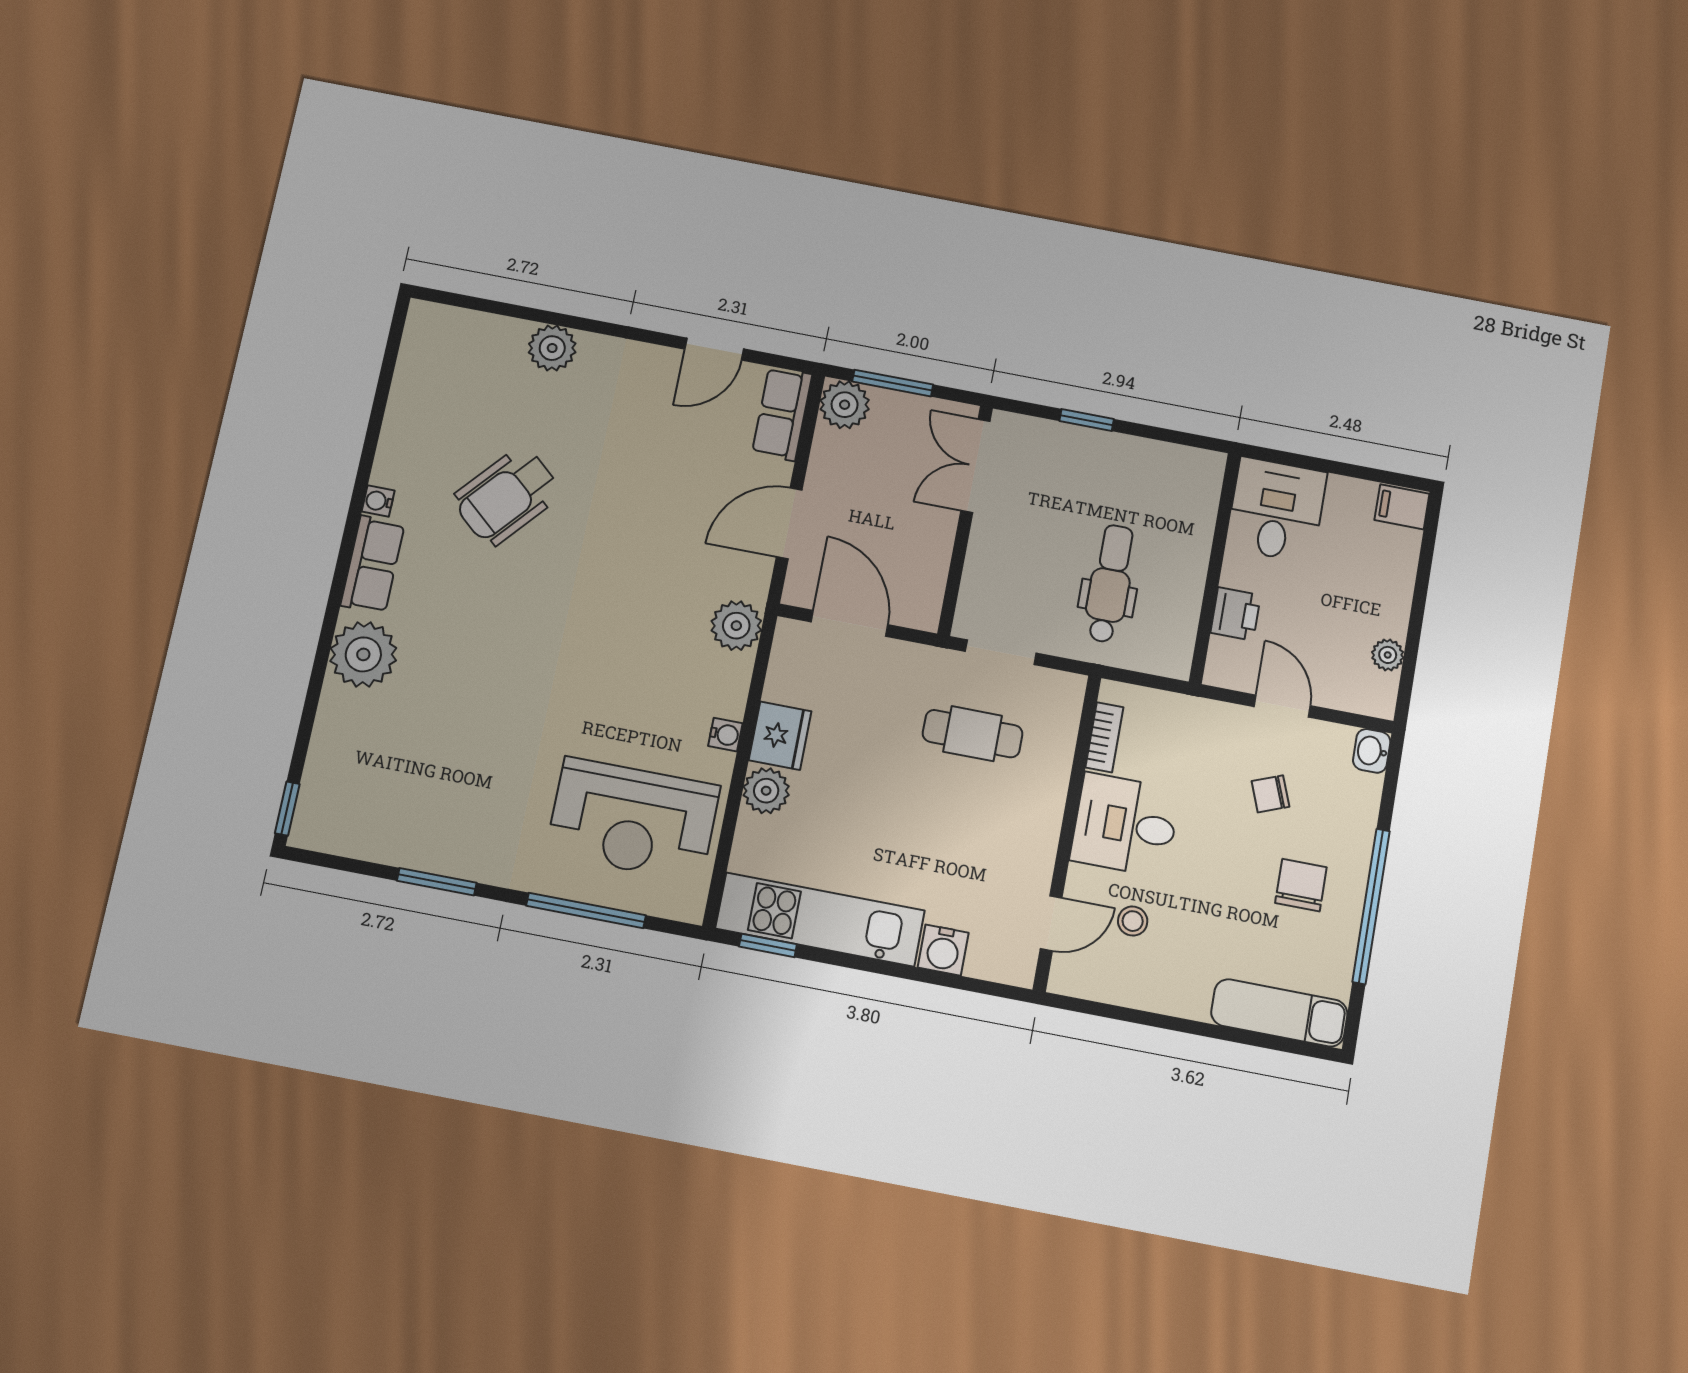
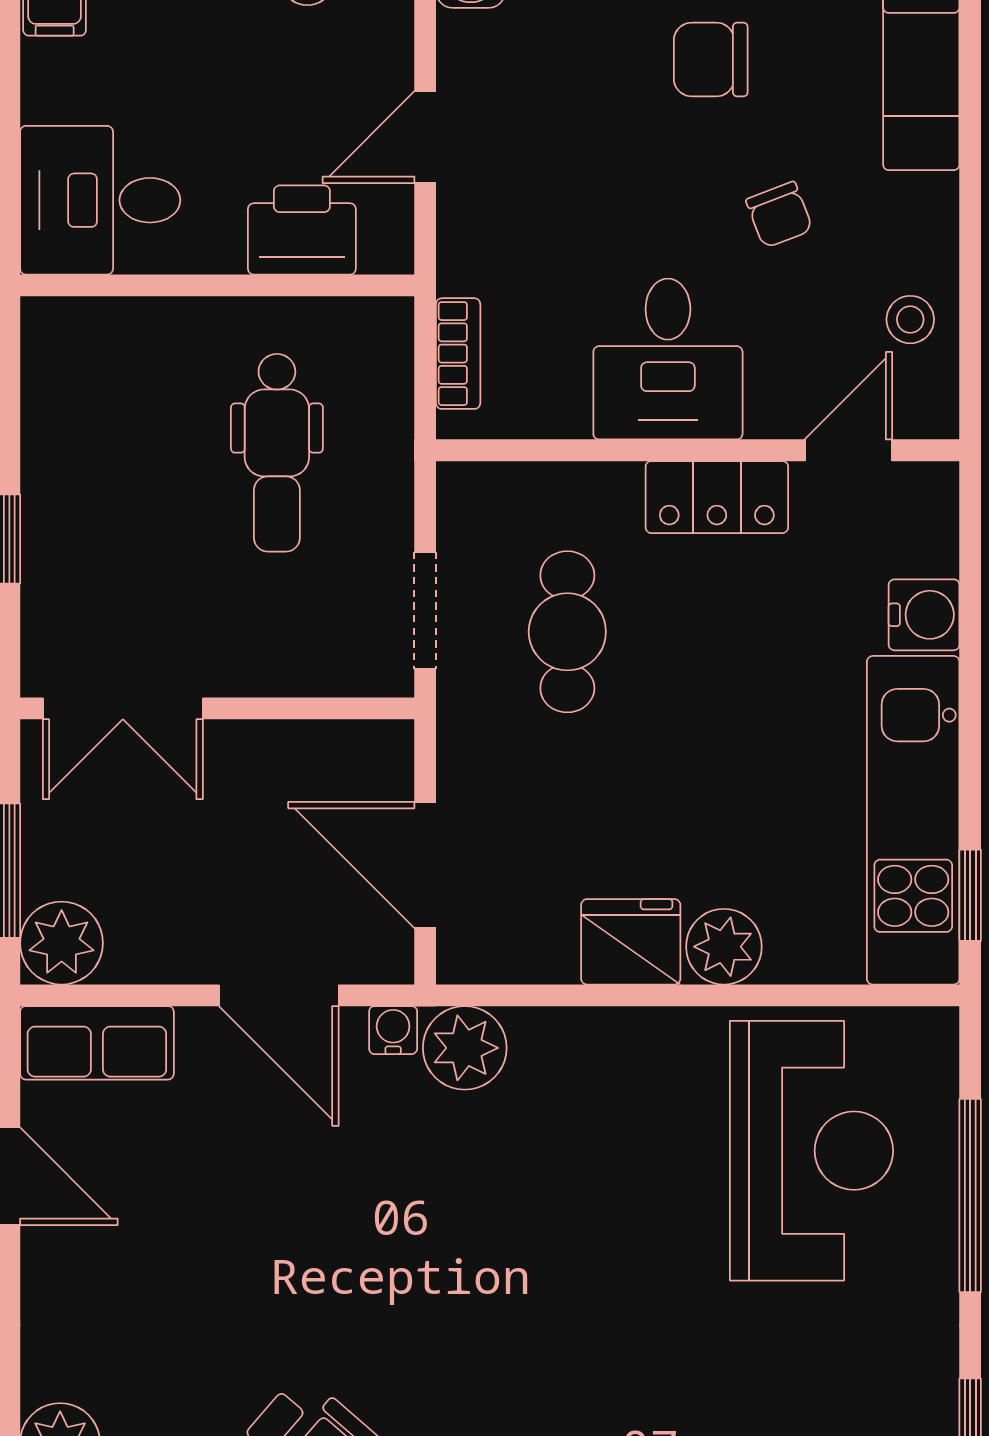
dental chair: (1110, 584) -> (277, 453), turned -90
printer: (1235, 614) -> (302, 230), width x1.36, depth x1.24
door: (850, 623) -> (425, 865), hinge flipped
water cooler: (725, 735) -> (393, 1030), moved
bookcase: (1104, 737) -> (458, 354), moved, turned 90
chair: (1270, 794) -> (779, 215), moved
locker: (1037, 838) -> (717, 497), added
stool: (1133, 921) -> (910, 320), moved
door: (1051, 923) -> (848, 450), hinge flipped

